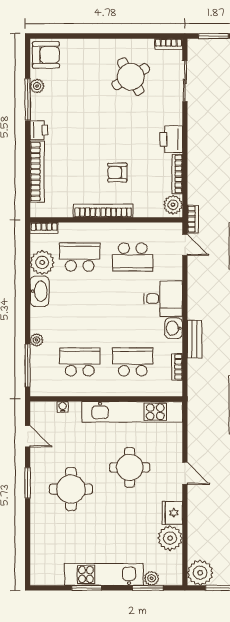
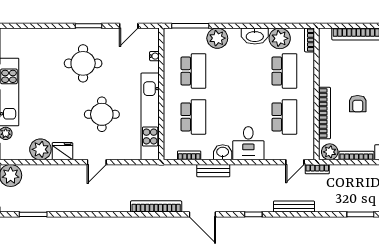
armchair: (117, 173) -> (358, 104), turned 180
bookcase: (103, 211) -> (325, 113), moved
school desk: (133, 257) -> (284, 117), turned 180
plant: (36, 340) -> (217, 38), width x1.88, depth x1.88

